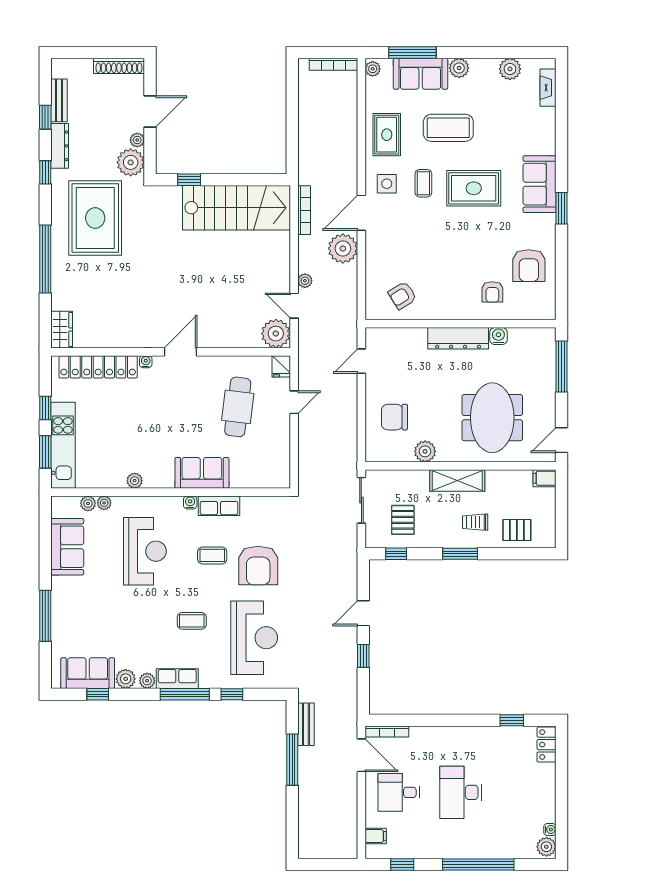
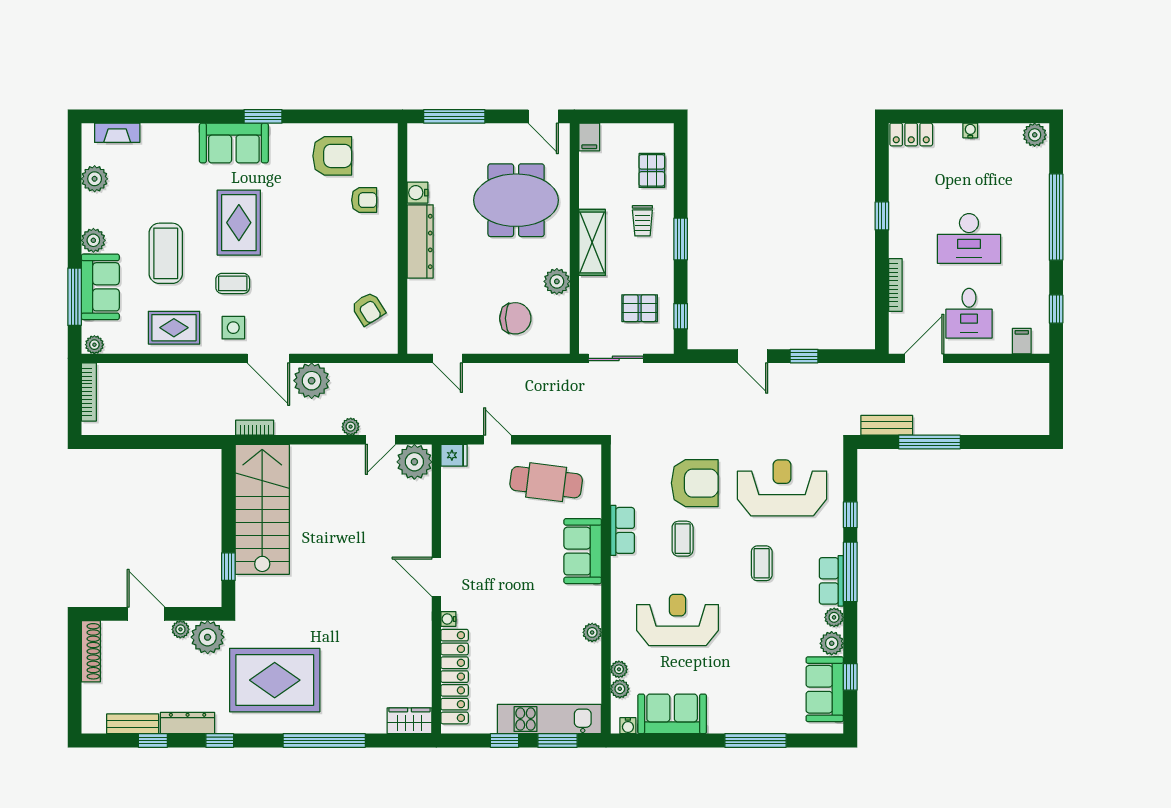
bookcase: (304, 210) -> (255, 428), width x0.64
cafe table: (238, 407) -> (546, 482), moved
chair: (394, 417) -> (515, 318), turned -90
water cooler: (190, 502) -> (628, 726), moved, turned -90
window: (512, 720) -> (882, 216), moved
bookcase: (387, 732) -> (895, 285), moved
water cooler: (550, 830) -> (970, 130), moved

